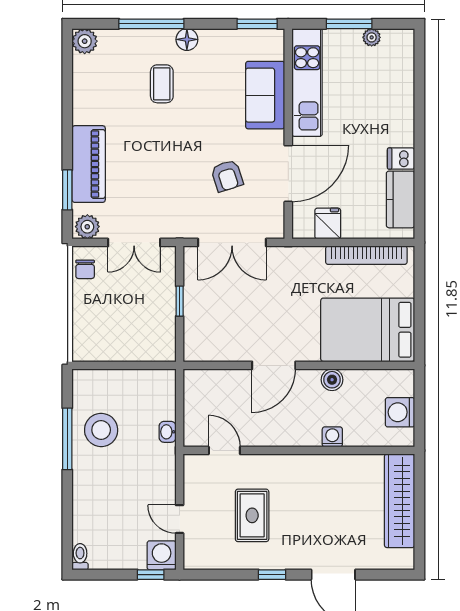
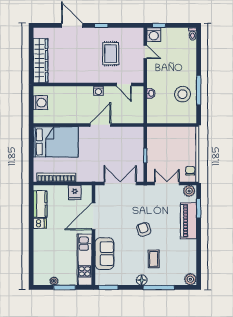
armchair: (227, 176) -> (144, 229), moved
boiler: (332, 380) -> (73, 118), removed
washing machine: (332, 437) -> (98, 91), moved

